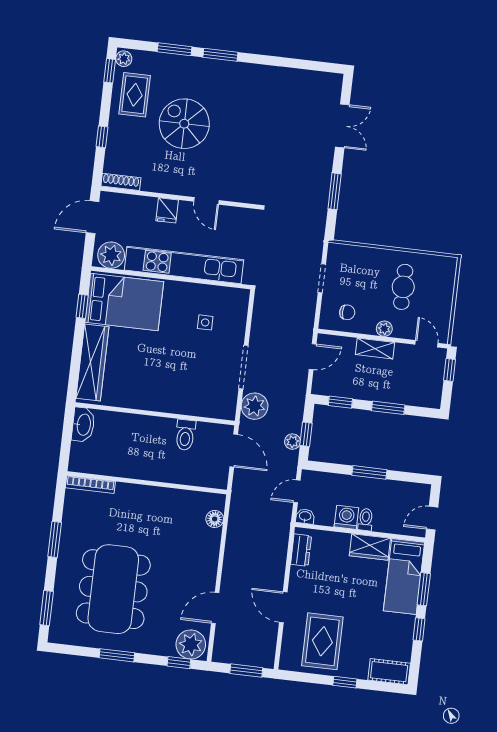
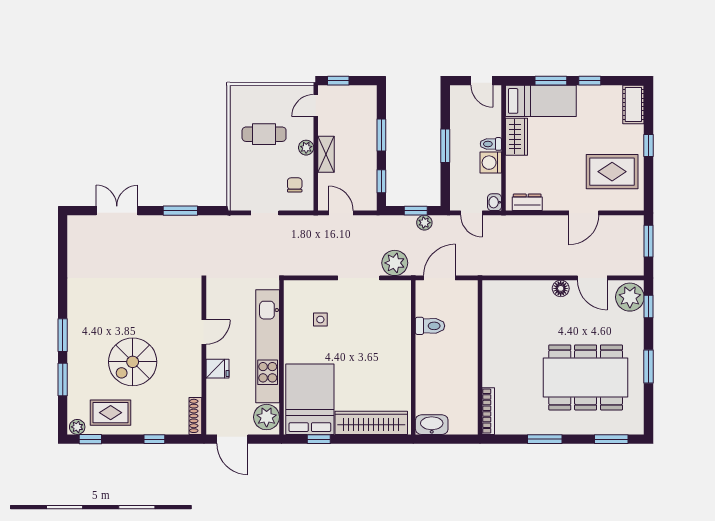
floor lamp: (215, 519) -> (561, 288), moved

